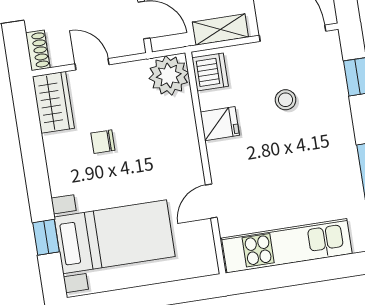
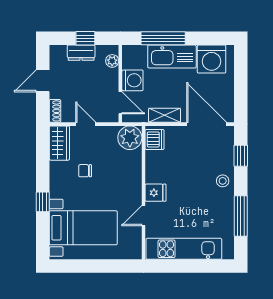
stool: (286, 100) -> (223, 181), moved
fridge: (220, 124) -> (156, 193), moved
window: (46, 237) -> (43, 202), moved

